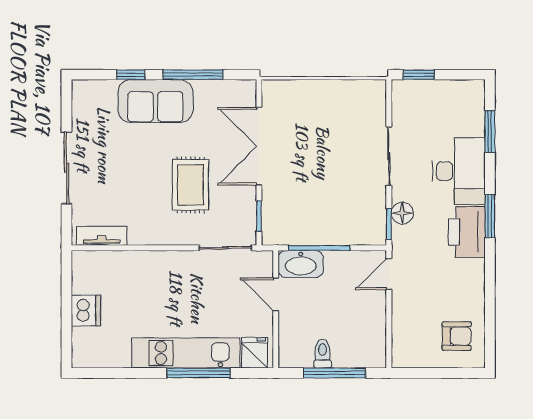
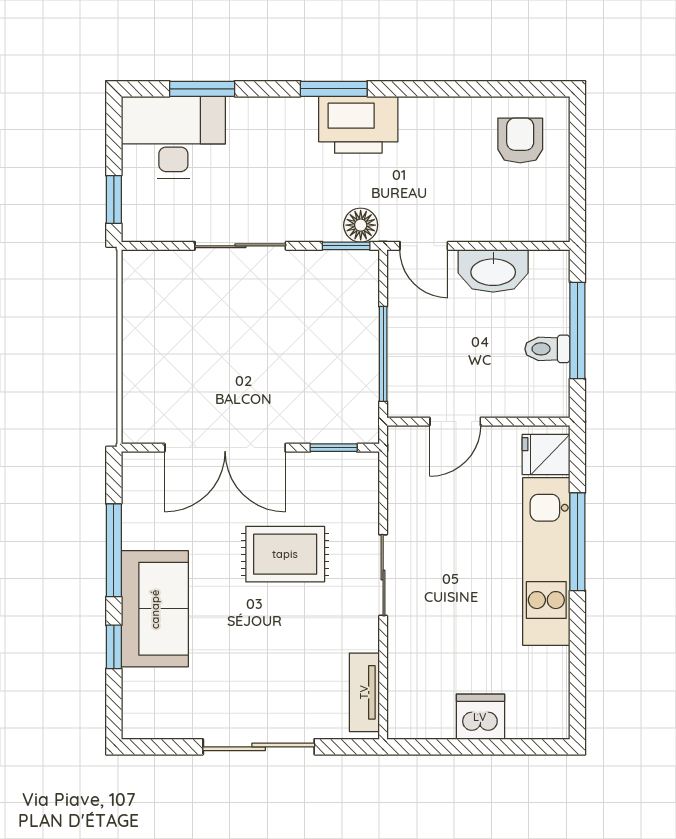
desk: (459, 171) -> (173, 137), moved
floor lamp: (402, 213) -> (361, 225), moved
sliding door: (225, 248) -> (383, 575), moved
washbasin: (301, 264) -> (493, 271), moved, turned 90

